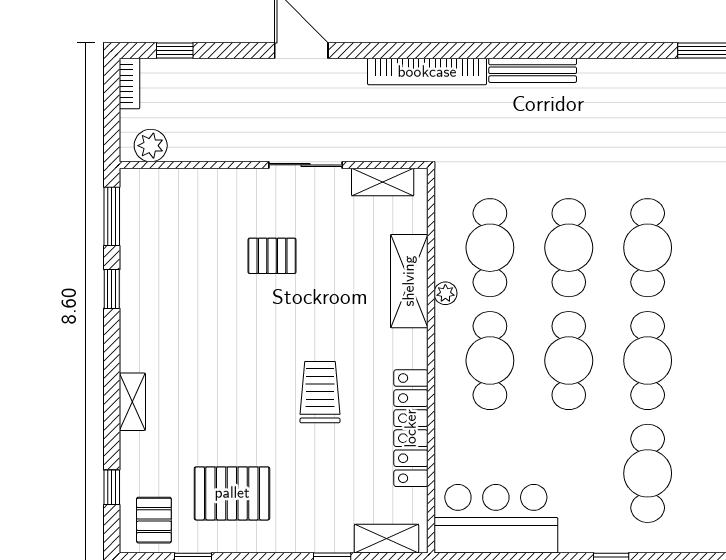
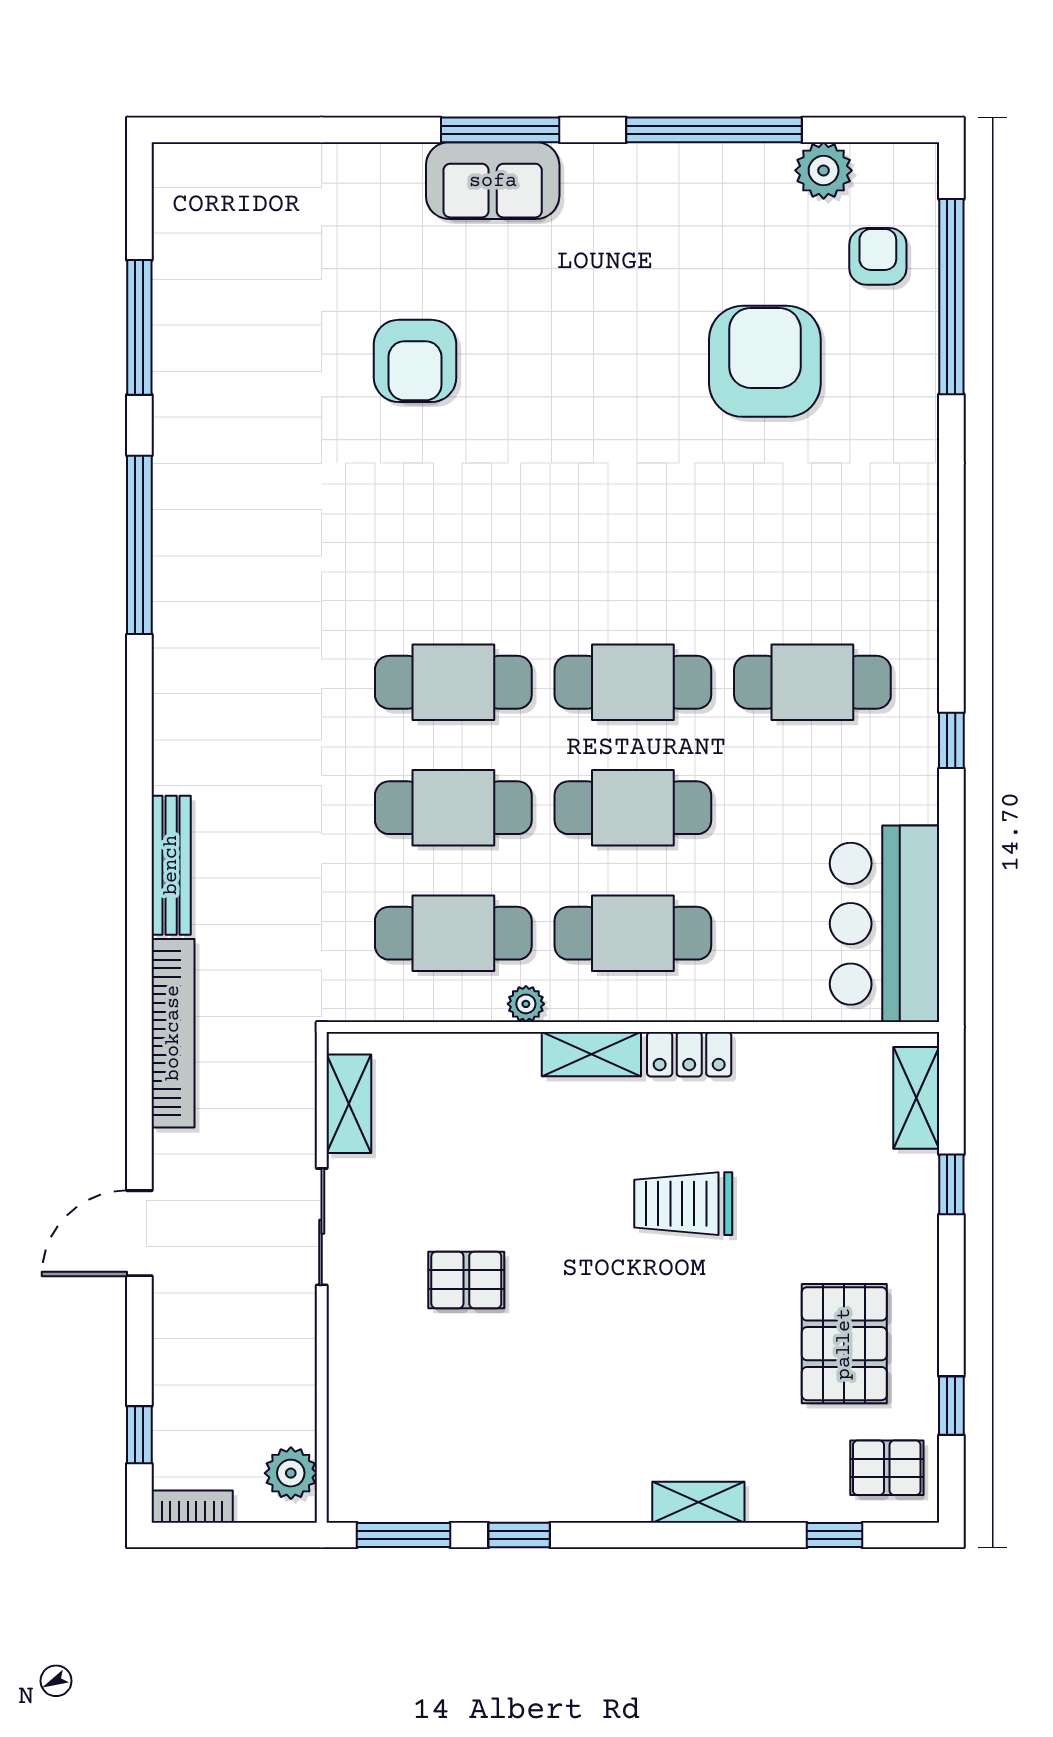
pallet: (272, 256) -> (466, 1280), turned 90
shelving: (409, 281) -> (591, 1054), moved, width x0.67, depth x0.75
locker: (411, 428) -> (689, 1054), width x0.46, depth x0.83

